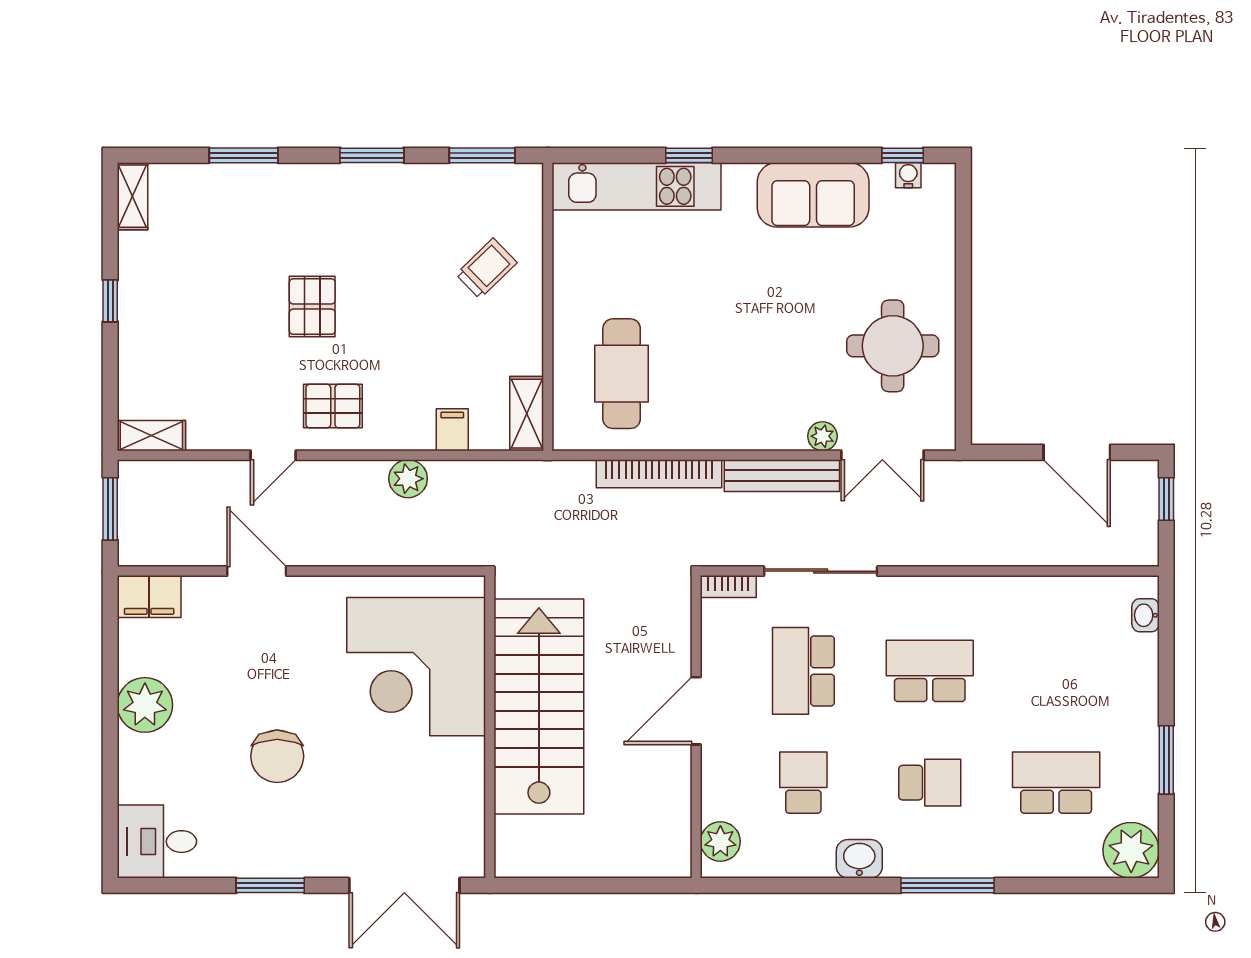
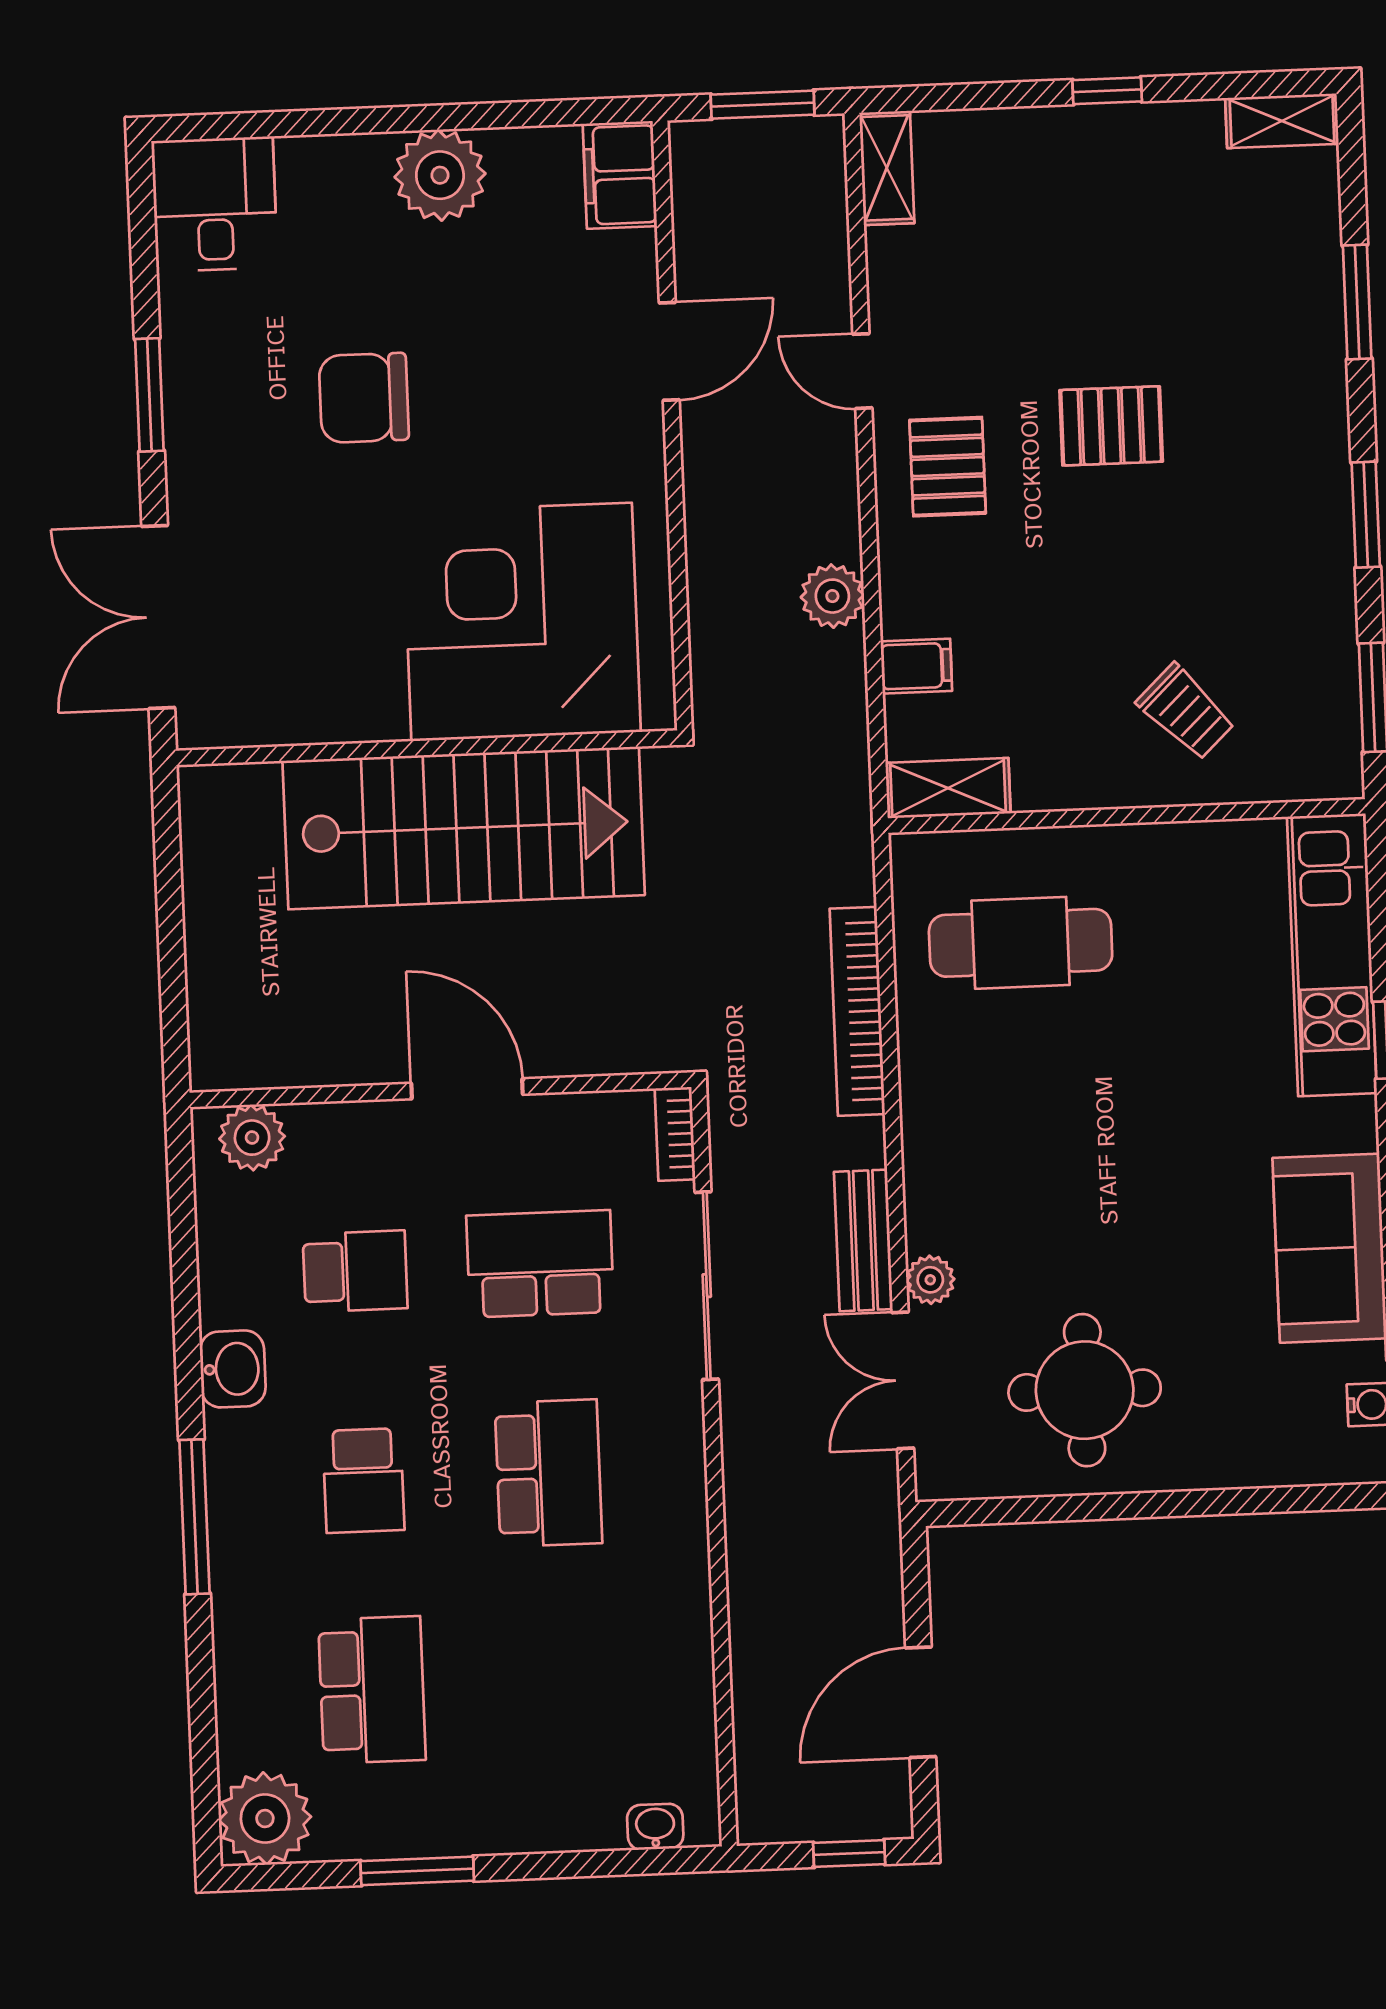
bench: (782, 476) -> (863, 1240), width x0.73

